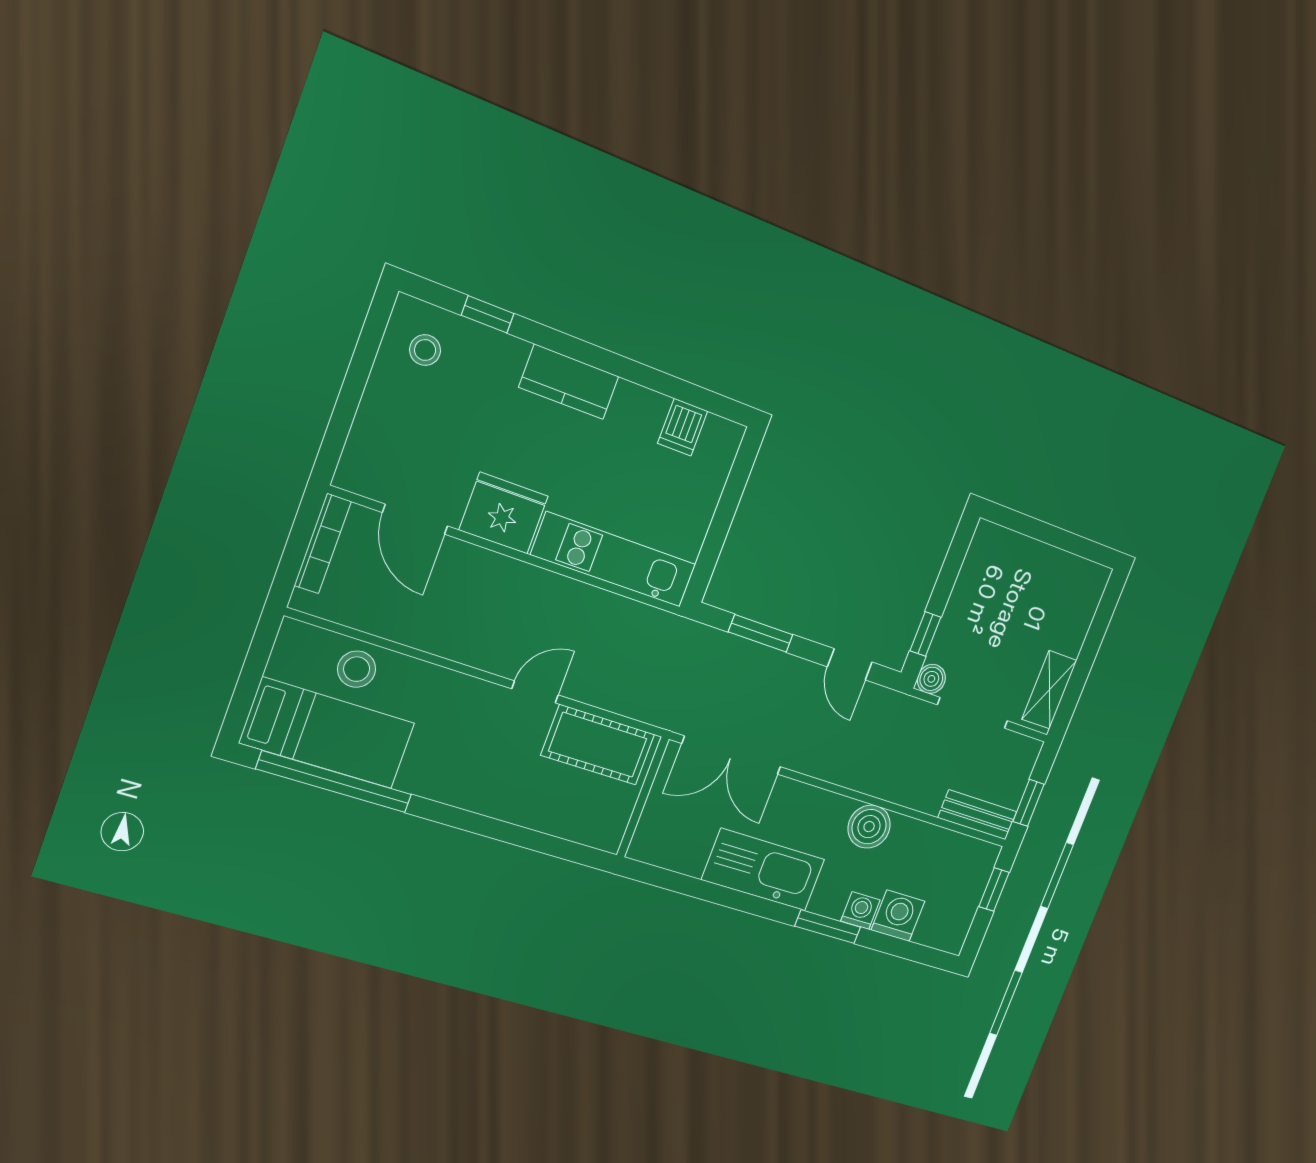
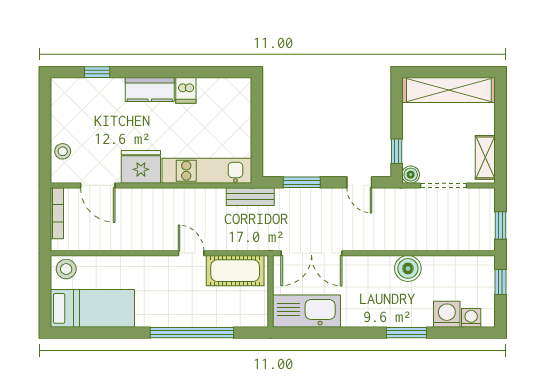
stool: (425, 350) -> (63, 151), moved
dishwasher: (683, 427) -> (186, 90), moved
shelving: (1040, 564) -> (449, 90), added
stool: (357, 669) -> (66, 269), moved
door: (535, 692) -> (191, 253), hinge flipped
window: (334, 782) -> (192, 333), moved
bench: (977, 815) -> (250, 197), moved
kitchen sink: (763, 870) -> (307, 311), moved
washing machine: (860, 911) -> (471, 318), moved

